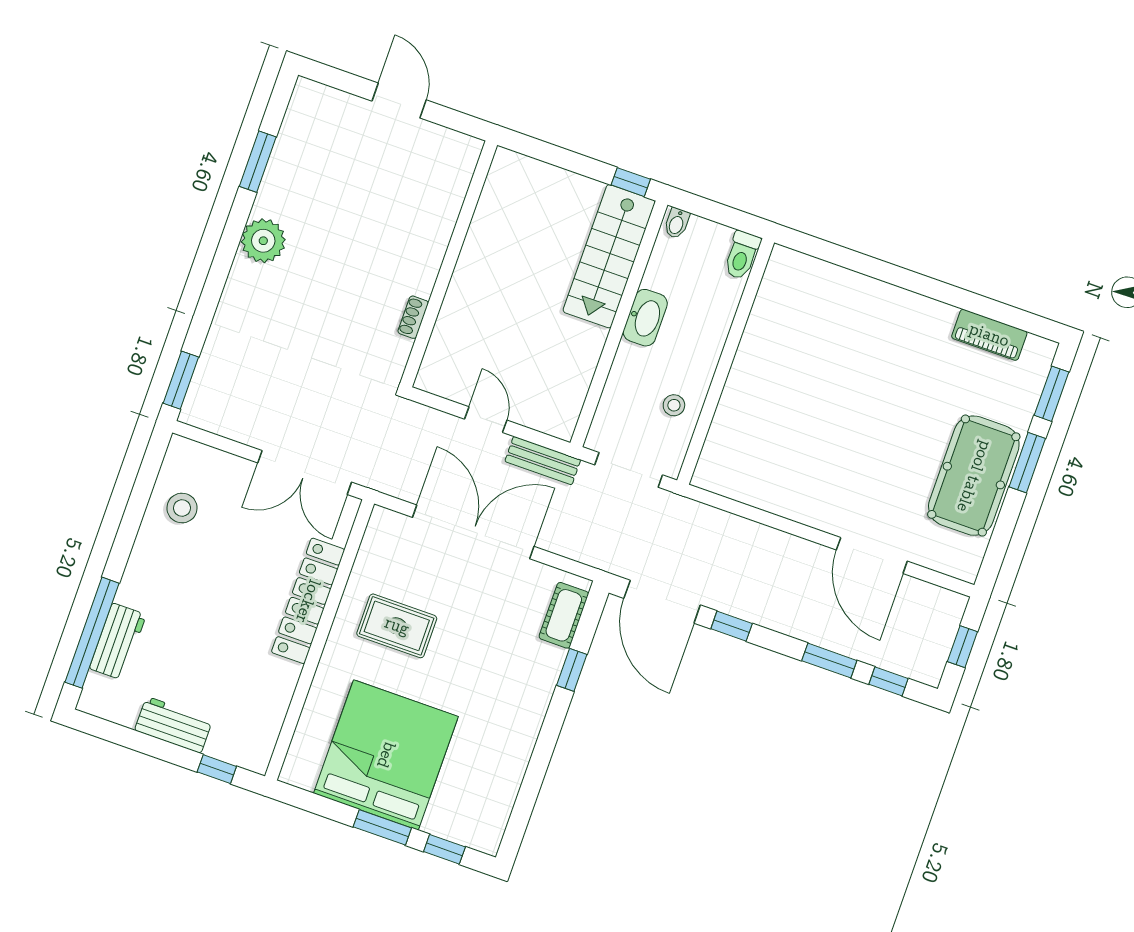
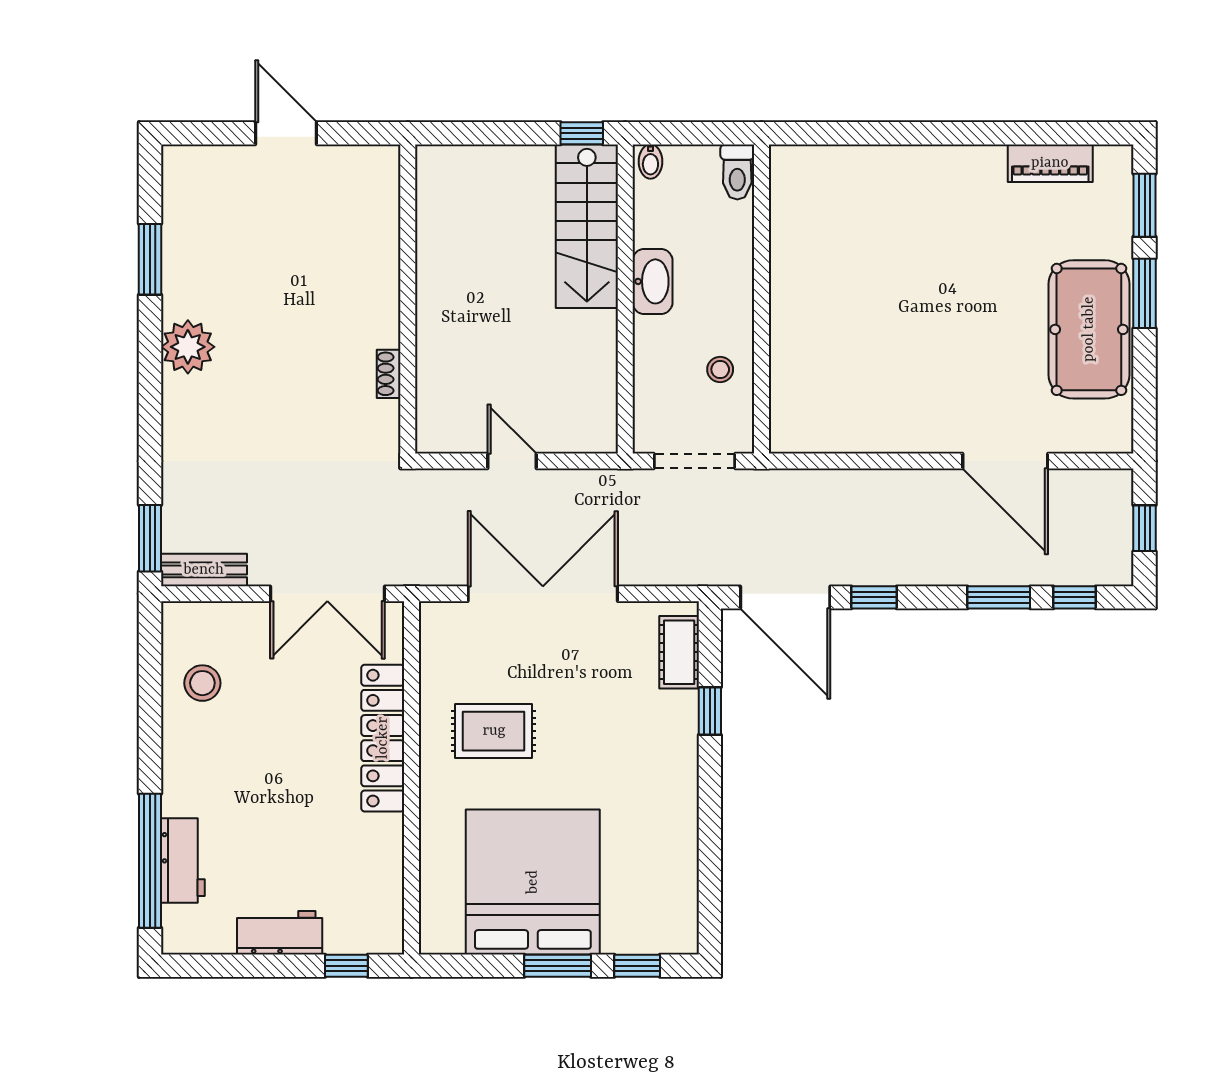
bench: (543, 461) -> (204, 570), moved

